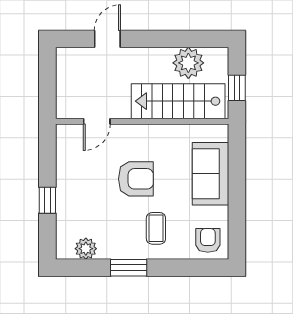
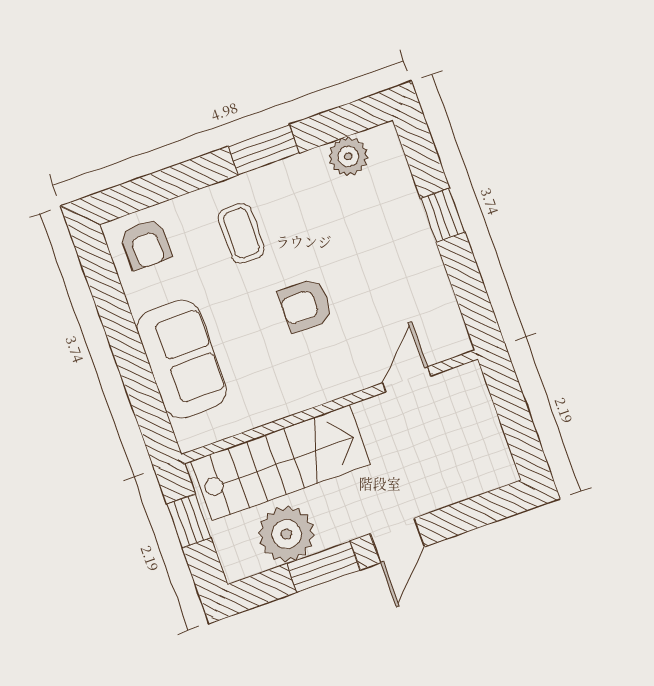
door: (107, 39) -> (397, 540), moved
window: (175, 39) -> (323, 567), added
armchair: (136, 179) -> (305, 305), width x0.72, depth x0.72

